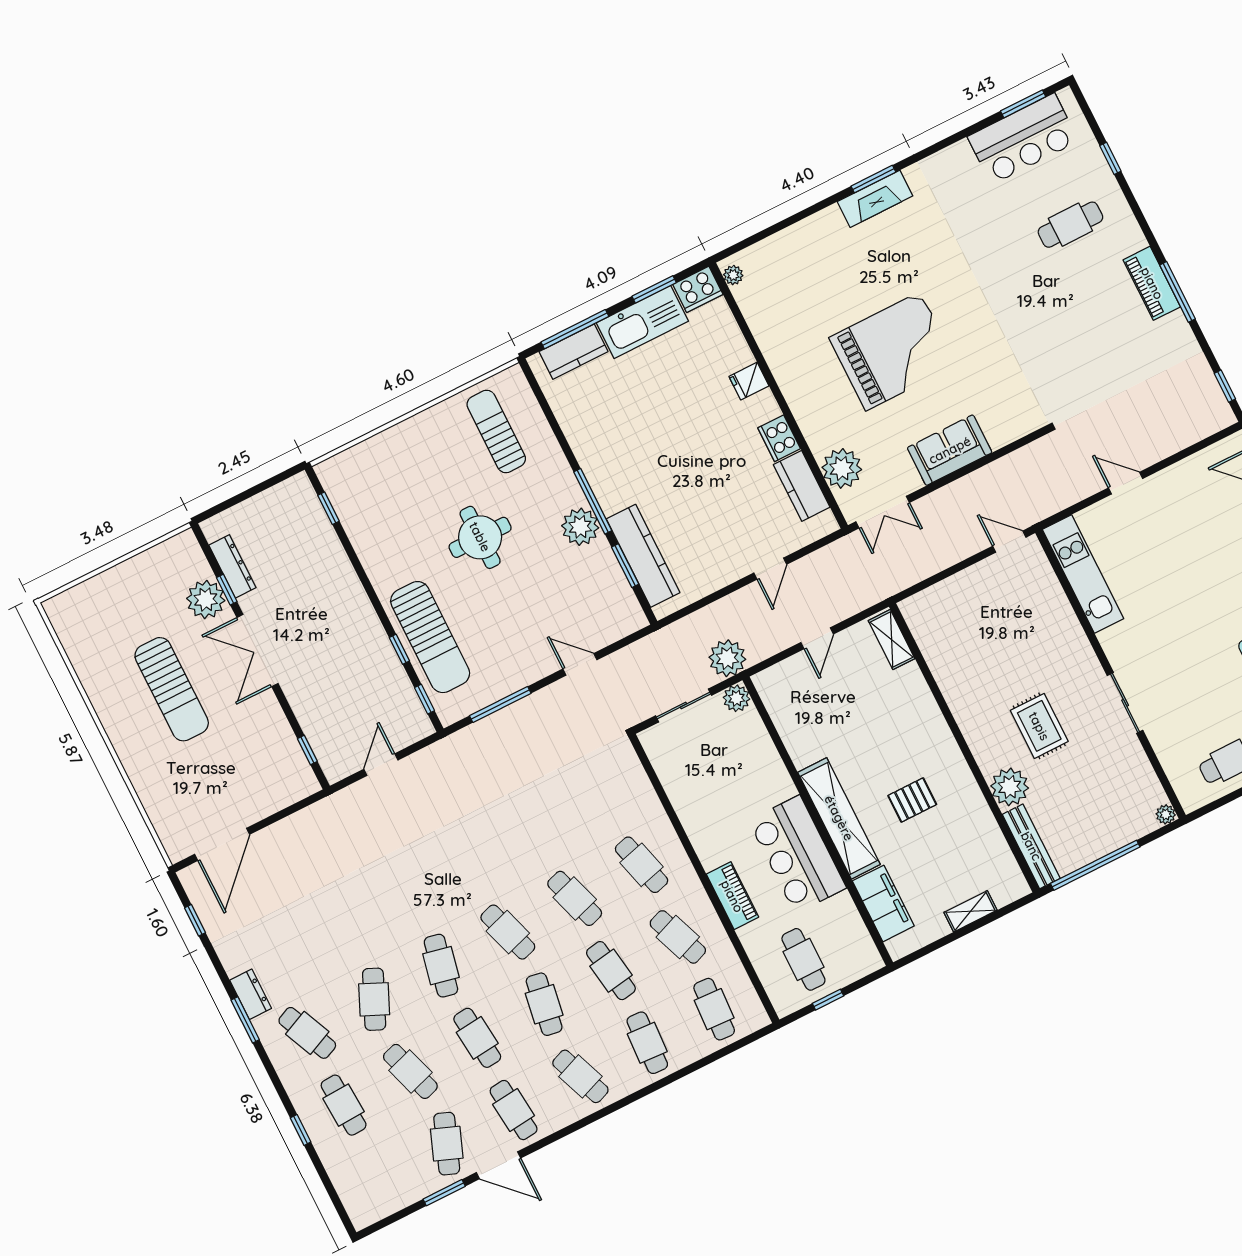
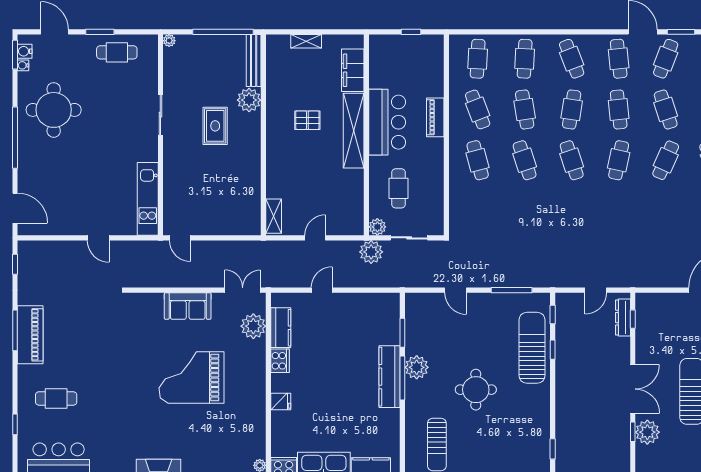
piano: (1152, 283) -> (30, 335), width x1.37, depth x1.33
kitchen counter: (643, 556) -> (389, 377), moved
dresser: (232, 566) -> (623, 318), moved
cafe table: (803, 959) -> (398, 188), moved

